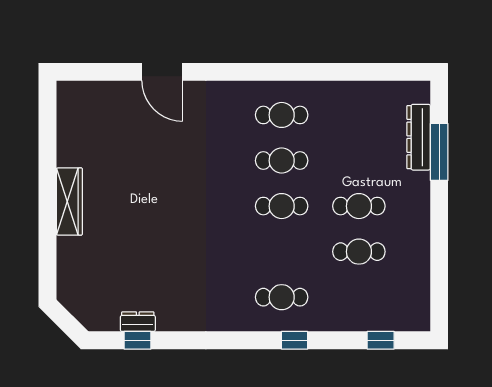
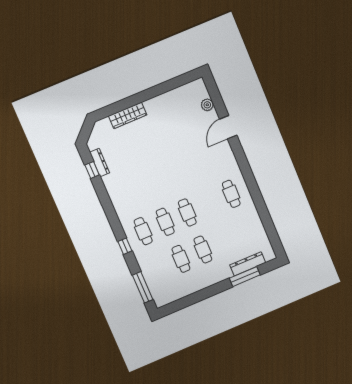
plant: (108, 92) -> (207, 105), added
cafe table: (282, 161) -> (165, 222), moved
wardrobe: (69, 202) -> (128, 115), moved
dresser: (138, 322) -> (100, 163), width x1.44
window: (381, 340) -> (143, 287), width x2.17

